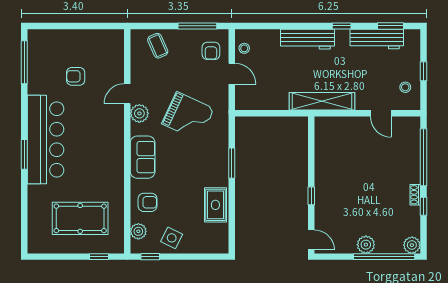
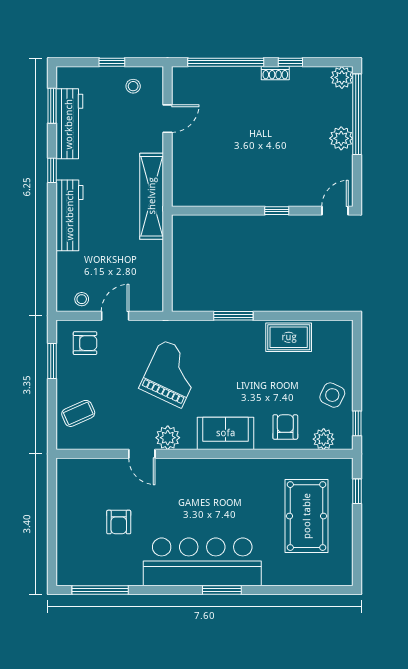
window: (197, 26) -> (52, 361), width x0.69

